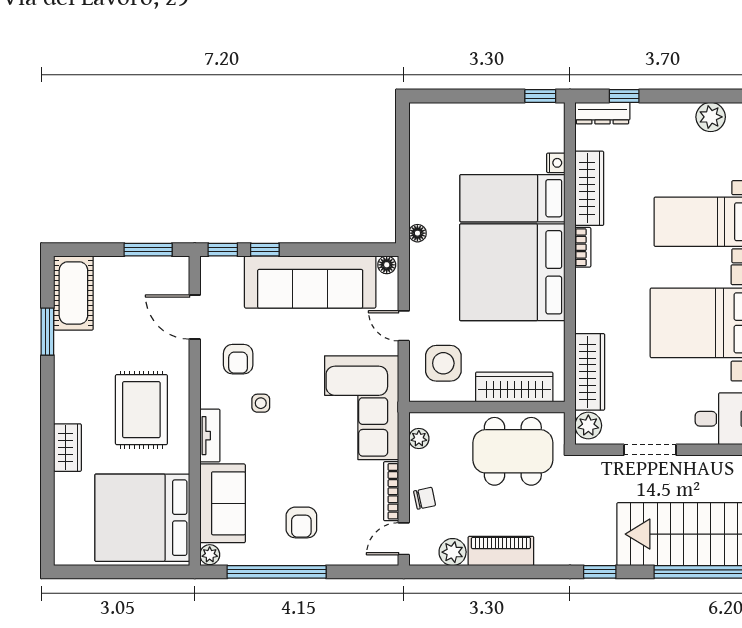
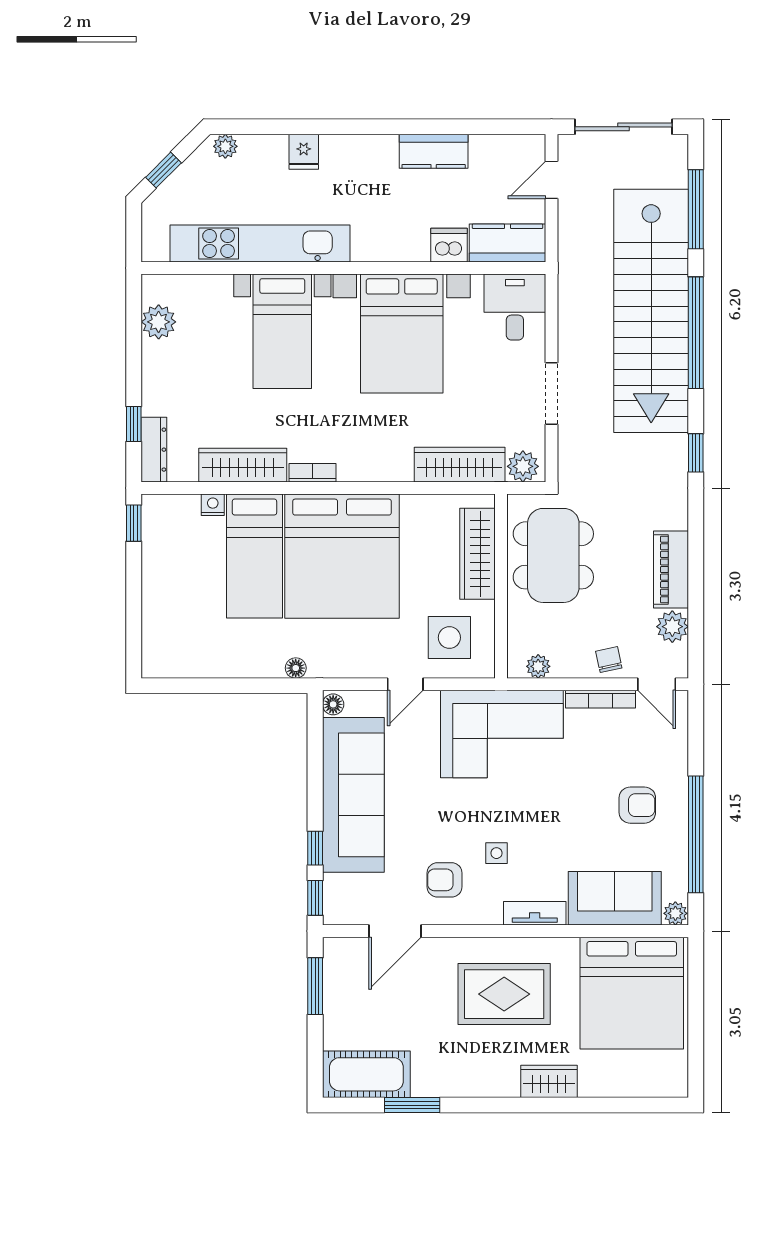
armchair: (238, 359) -> (445, 880), turned 180

